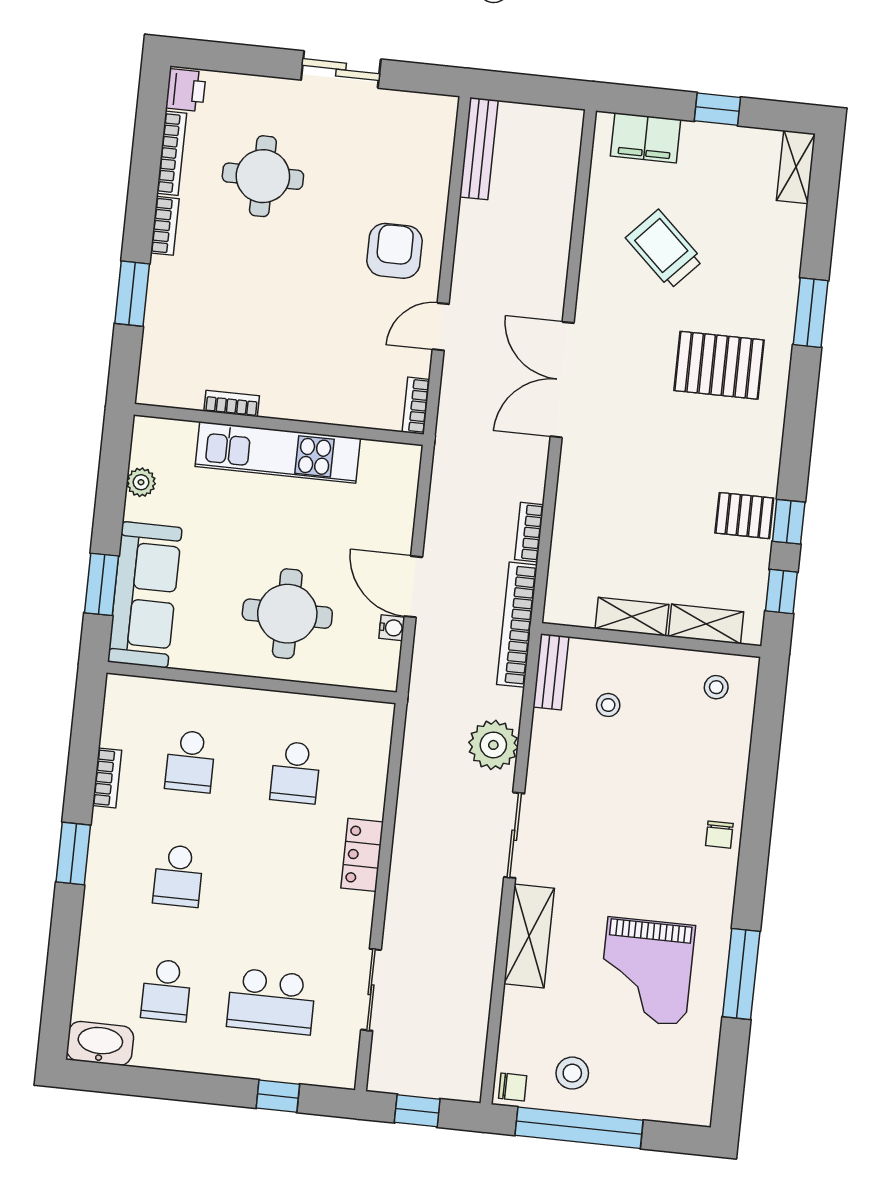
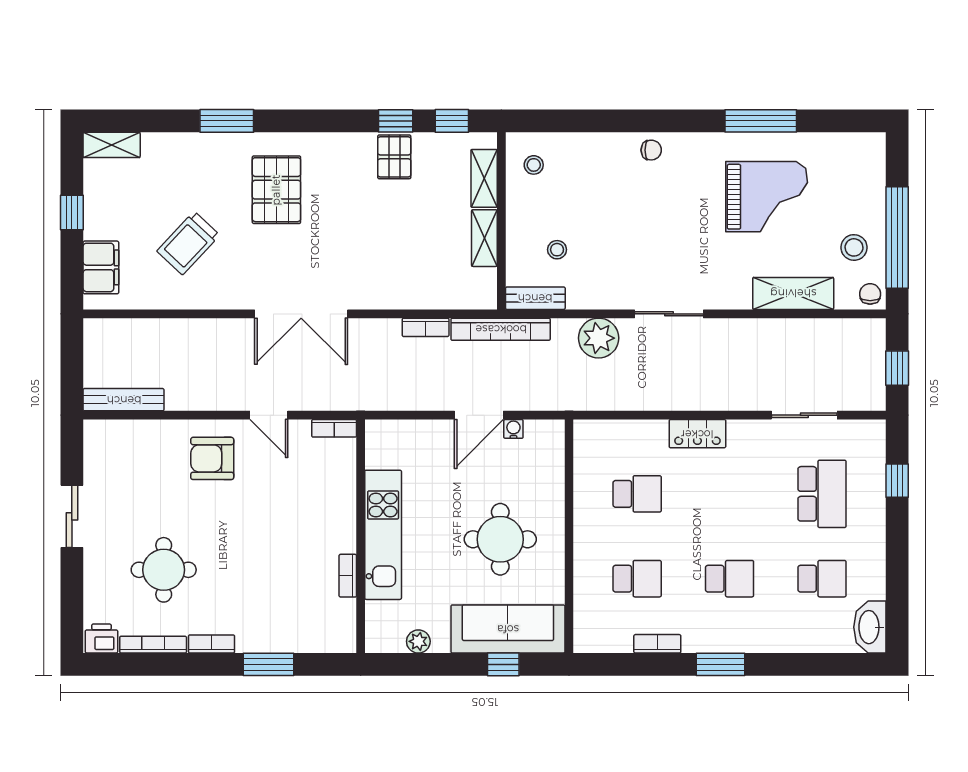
window: (102, 584) -> (503, 664), width x0.67
round table: (287, 614) -> (500, 539), moved
shelving: (529, 936) -> (793, 293), moved

